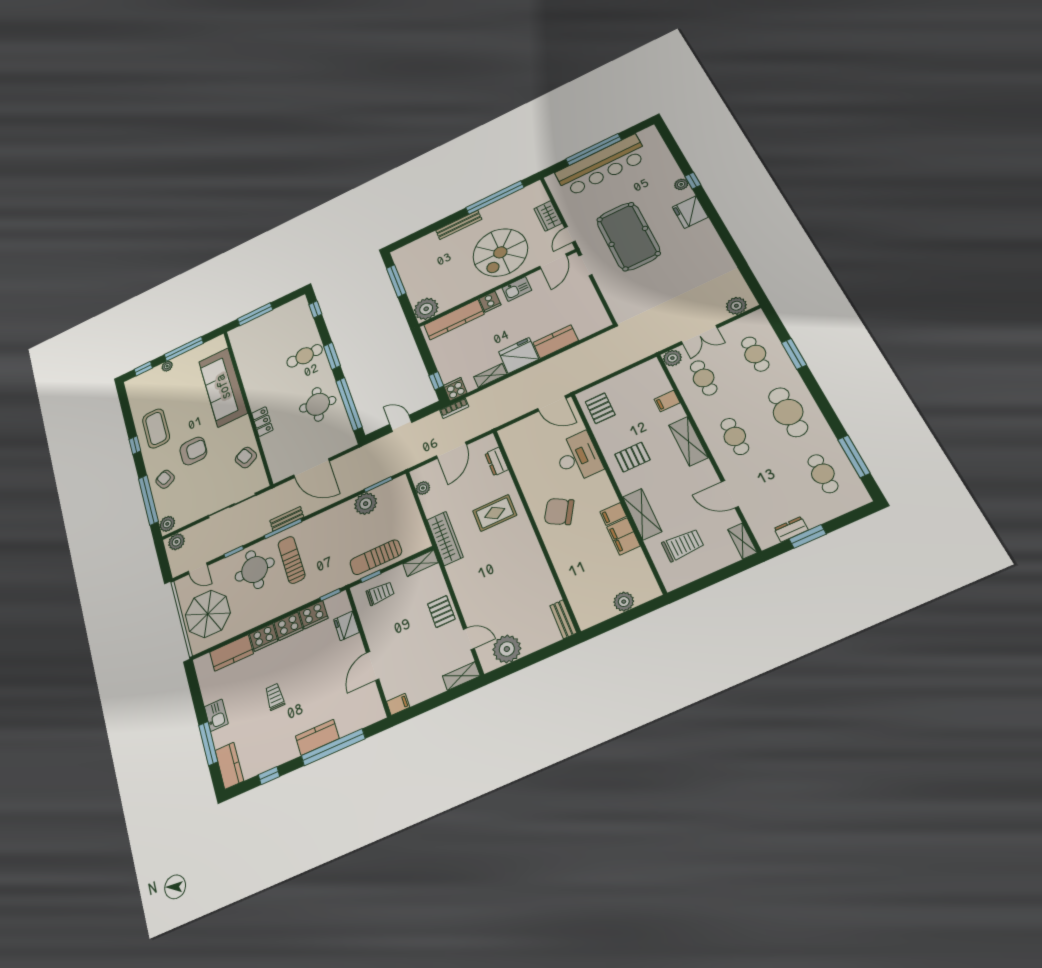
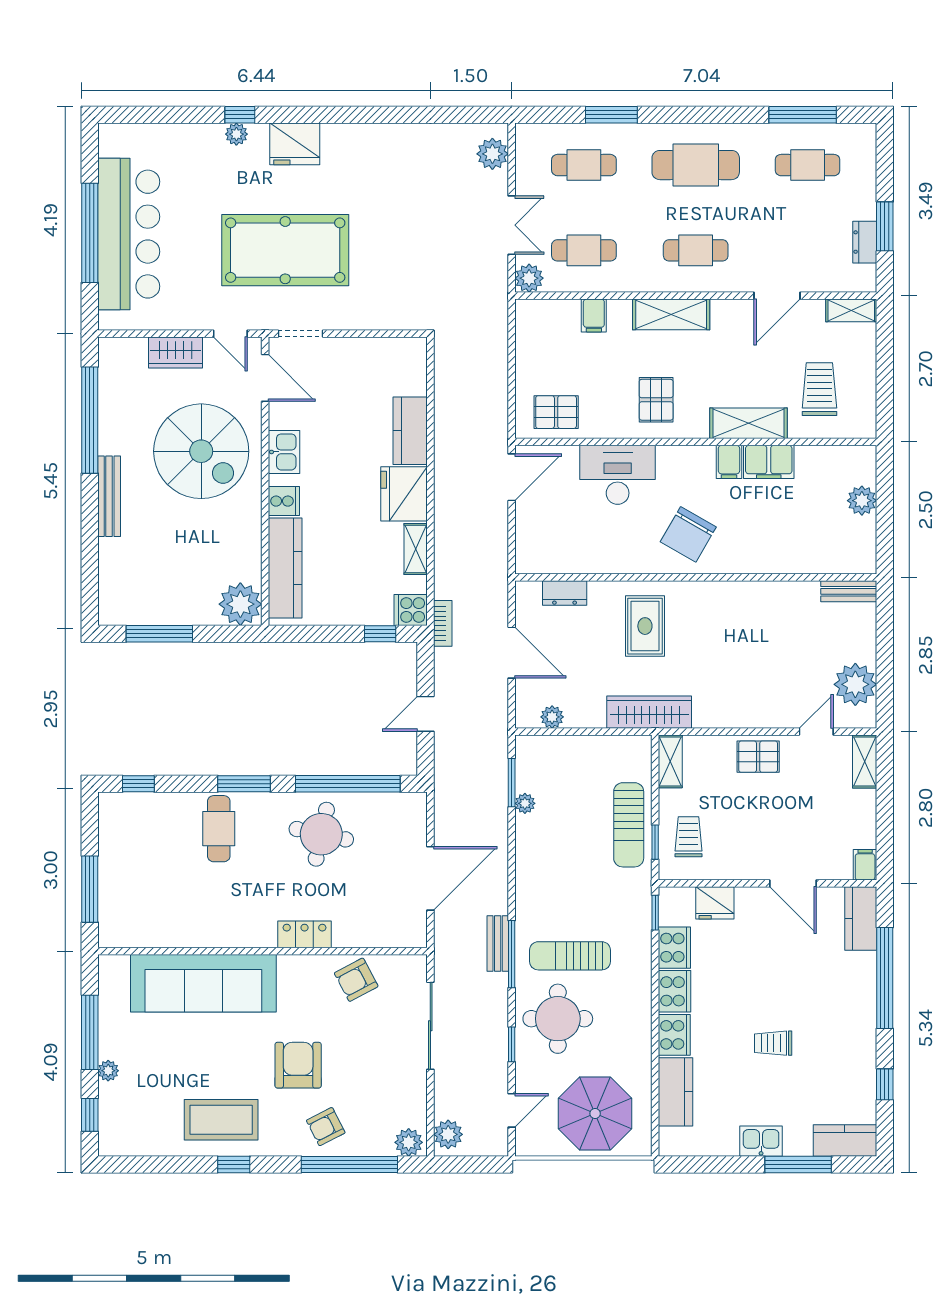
plant: (366, 504) -> (525, 803), width x0.53, depth x0.53
kitchen counter: (317, 737) -> (861, 918), moved

